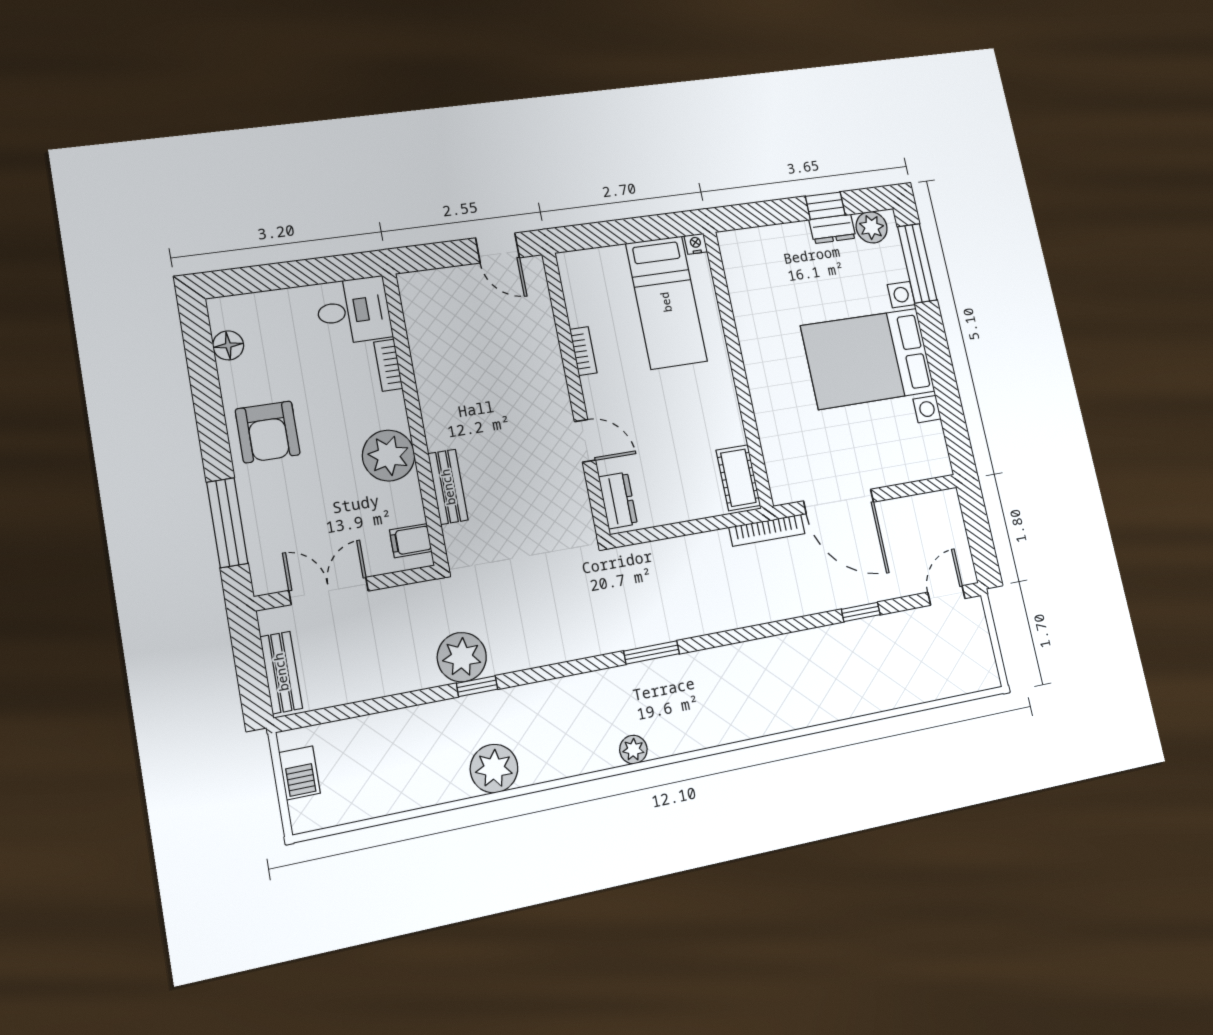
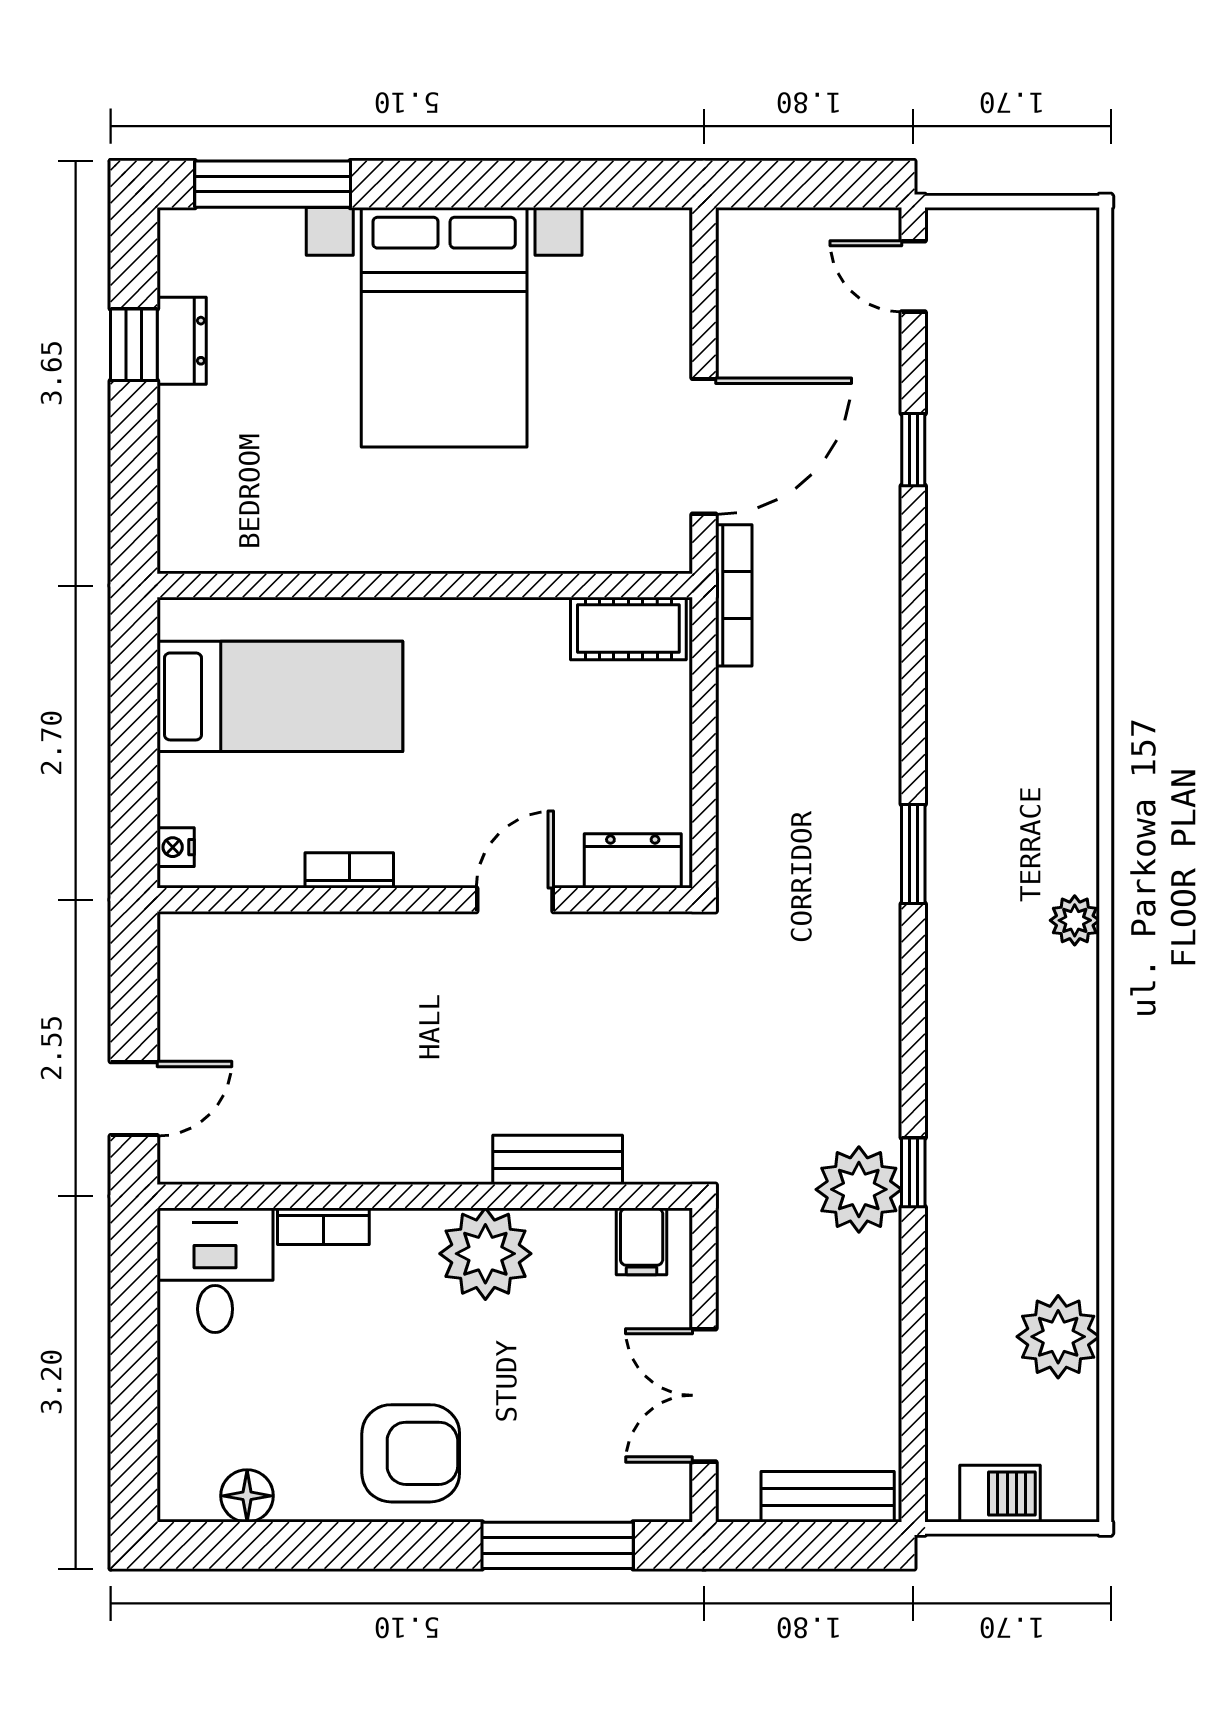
plant: (872, 227) -> (189, 261), removed
nightstand: (696, 244) -> (176, 847), moved
door: (498, 248) -> (134, 1099), moved
plant: (494, 769) -> (1058, 1337), moved

